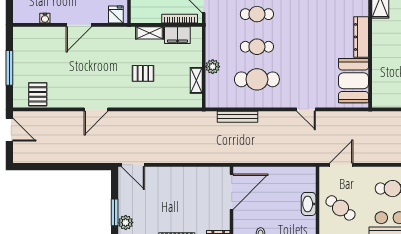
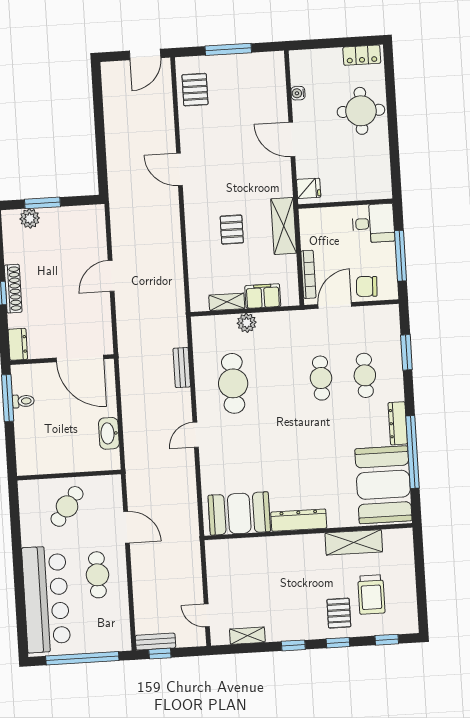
shelving: (150, 33) -> (284, 226), width x1.50, depth x1.33
filing cabinet: (177, 35) -> (263, 296), moved, turned 90
cafe table: (257, 47) -> (277, 381), removed
pallet: (38, 94) -> (195, 90), turned 90
door: (306, 109) -> (196, 435), moved
bench: (237, 117) -> (182, 368), width x0.73
door: (133, 165) -> (111, 276), moved
door: (341, 165) -> (127, 527), moved
washbasin: (309, 204) -> (109, 433), moved, turned -90

